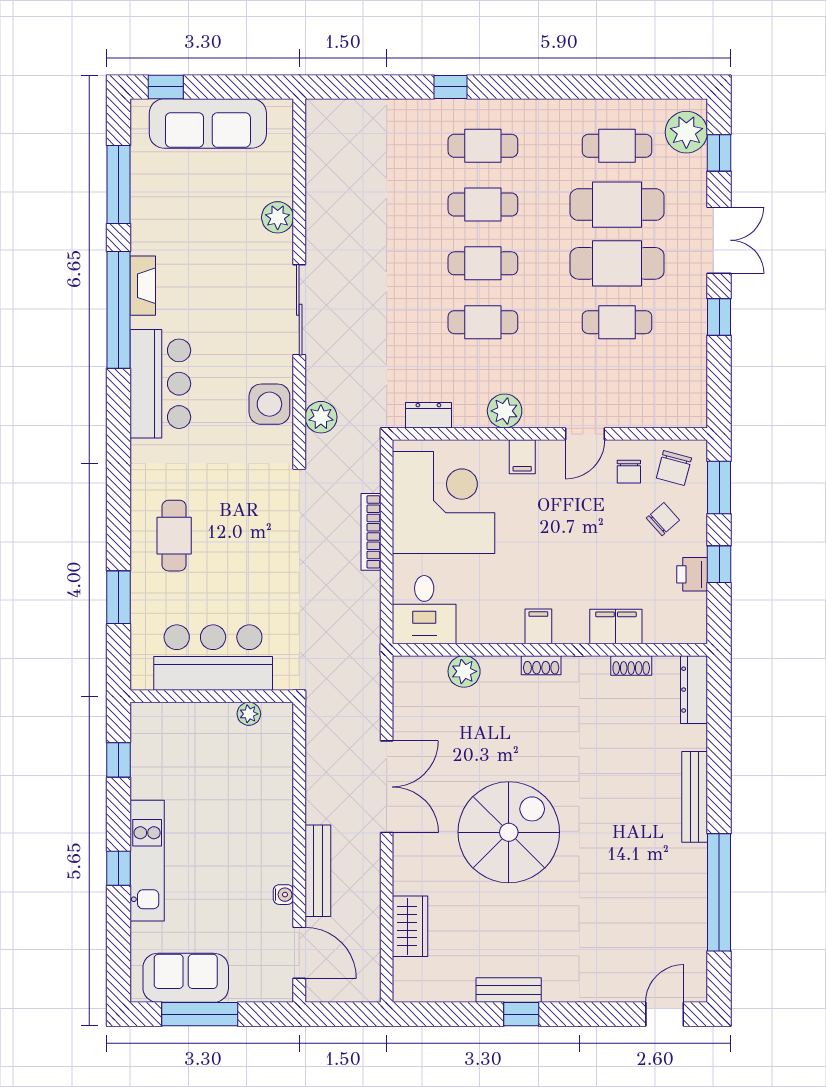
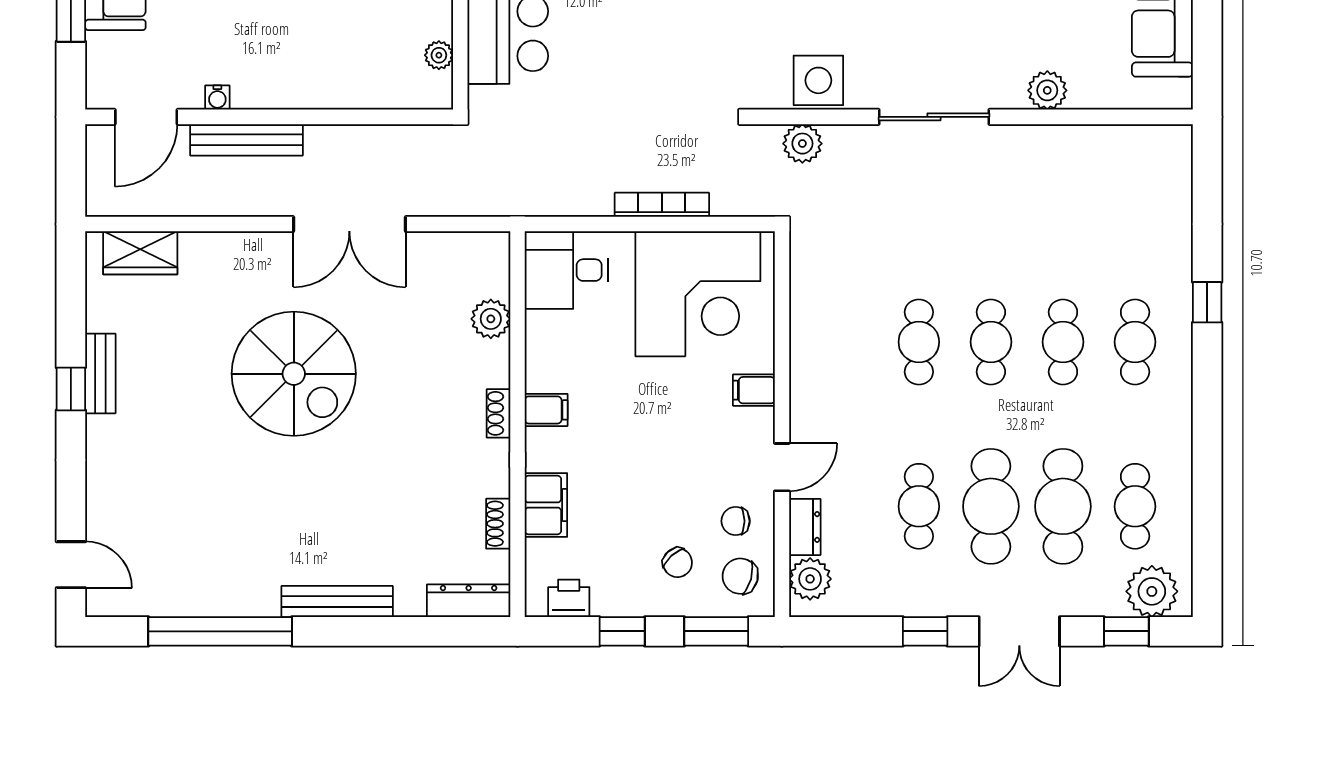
plant: (505, 411) -> (810, 579), moved
dresser: (428, 415) -> (805, 527), moved
door: (585, 434) -> (782, 467), swing flipped
printer: (692, 574) -> (569, 598), moved
wardrobe: (410, 926) -> (140, 253), moved

